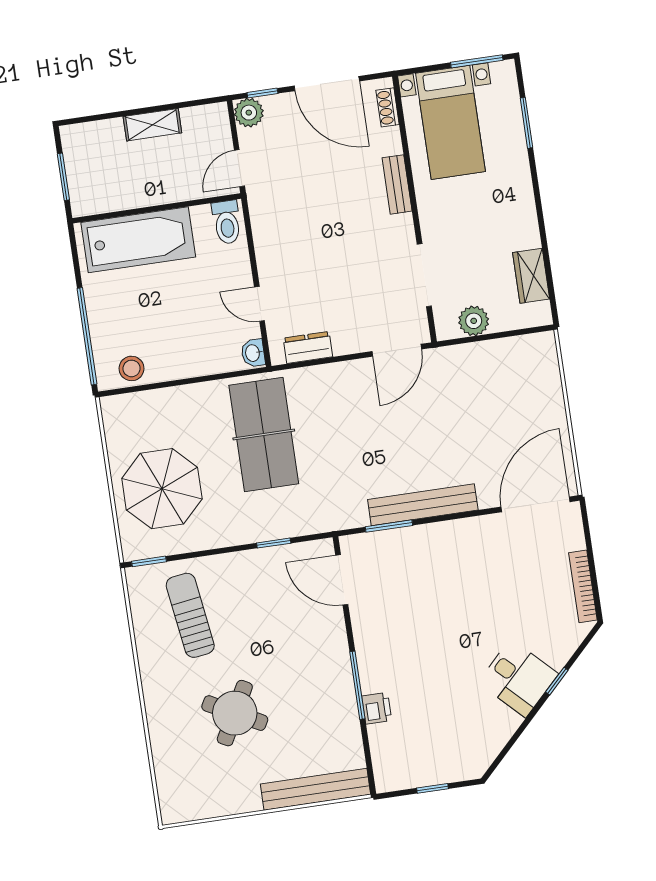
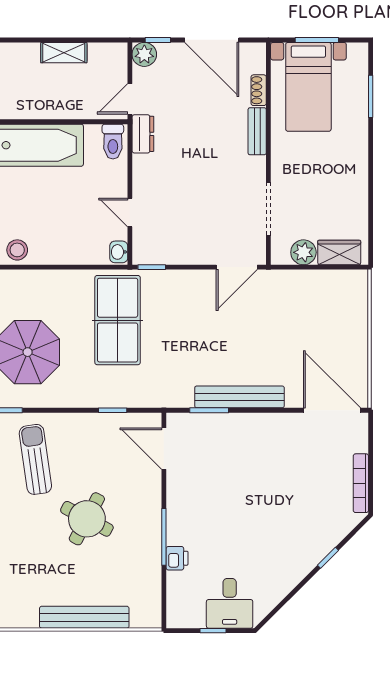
window: (477, 61) -> (317, 40), moved
shoe rack: (388, 107) -> (259, 90), moved
wardrobe: (531, 276) -> (339, 252), moved, turned 90
dresser: (308, 347) -> (143, 134), moved, turned 90
window: (295, 365) -> (152, 267), added
door: (536, 504) -> (332, 410), hinge flipped
desk: (518, 678) -> (230, 603), moved, turned 45
round table: (235, 713) -> (87, 519), moved
bench: (315, 789) -> (84, 617), moved

